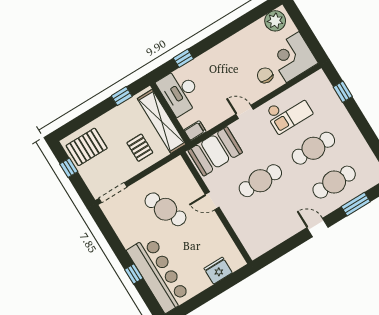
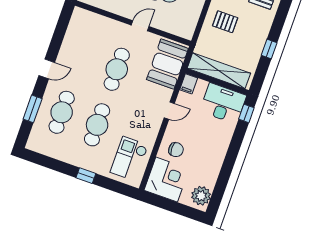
desk: (180, 92) -> (223, 103), moved
window: (343, 92) -> (86, 176), moved
checkout: (289, 112) -> (129, 159), moved
wall: (170, 113) -> (217, 82), moved
shelving: (162, 121) -> (219, 71), moved
filing cabinet: (195, 131) -> (189, 84), moved

